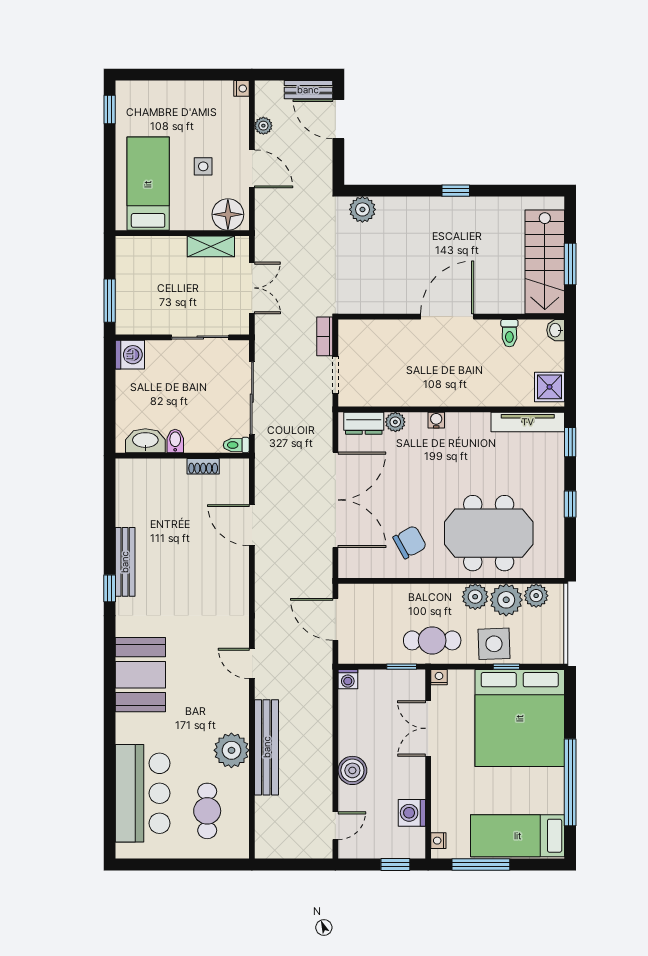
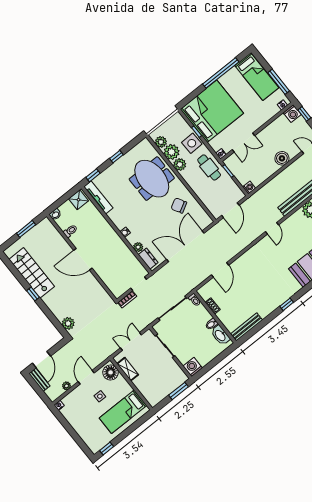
stairs: (545, 262) -> (32, 273), moved, turned -90
bench: (125, 562) -> (247, 327), moved
washing machine: (412, 813) -> (292, 114), moved

